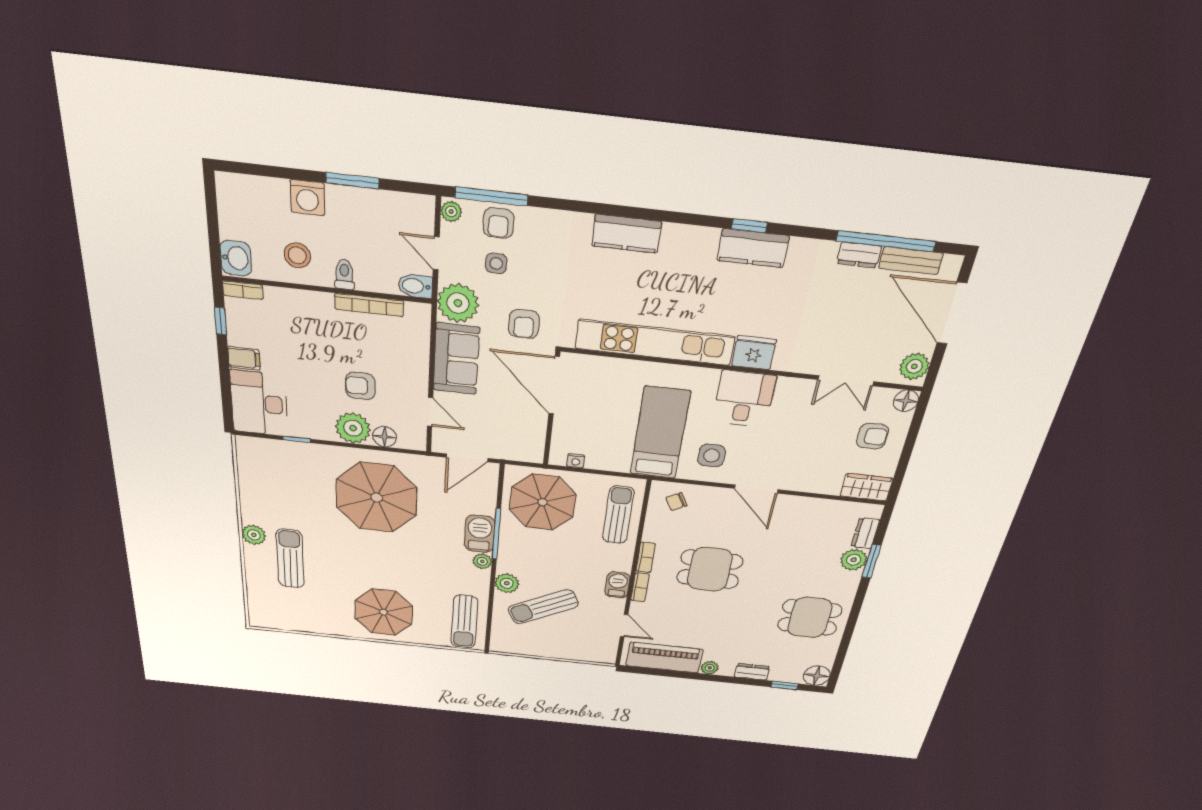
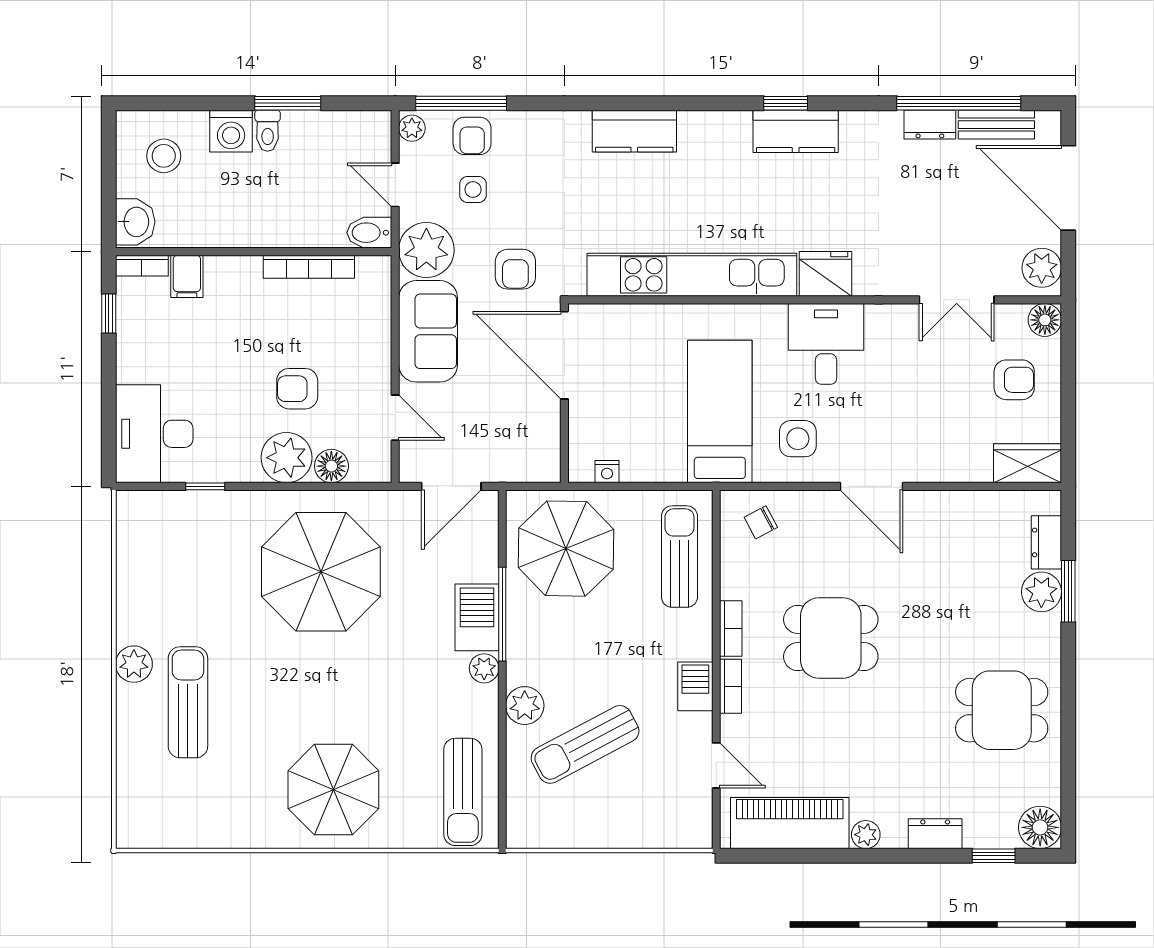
stool: (297, 255) -> (164, 156), moved
toilet: (344, 274) -> (268, 131), moved, turned 180
filing cabinet: (244, 358) -> (187, 276), moved, turned 90

